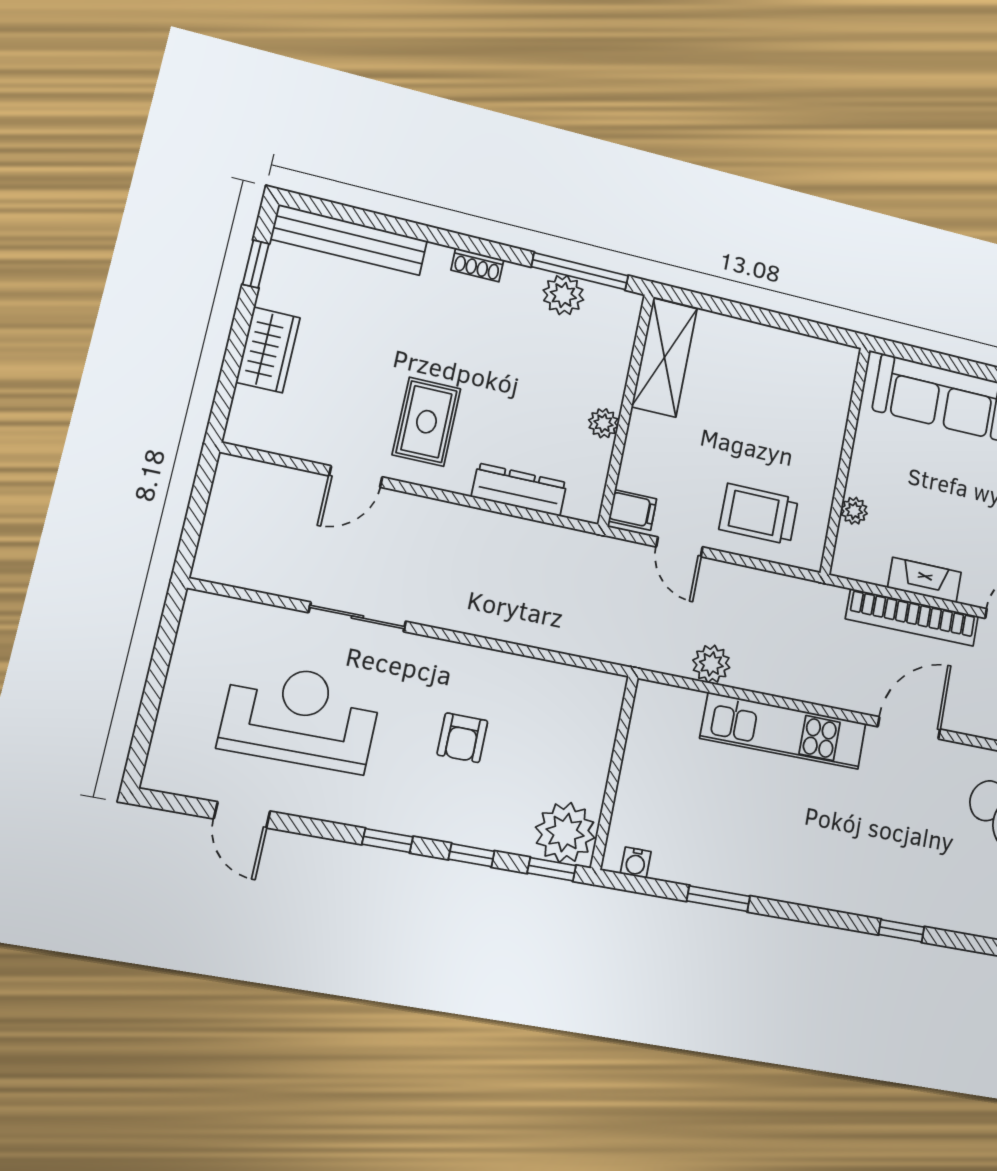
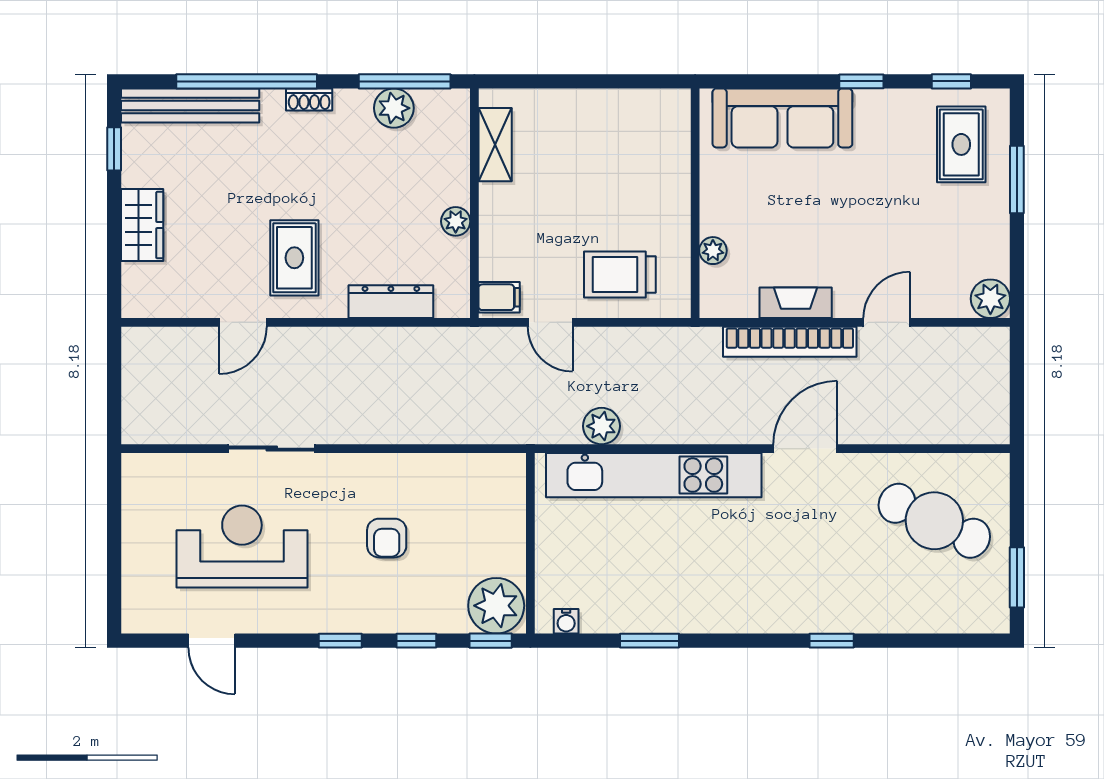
window: (415, 231) -> (247, 81), added
shelving: (664, 357) -> (495, 145), width x0.67, depth x0.75
kitchen unit: (784, 731) -> (654, 475), width x1.36

